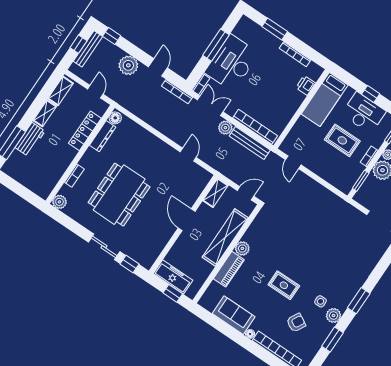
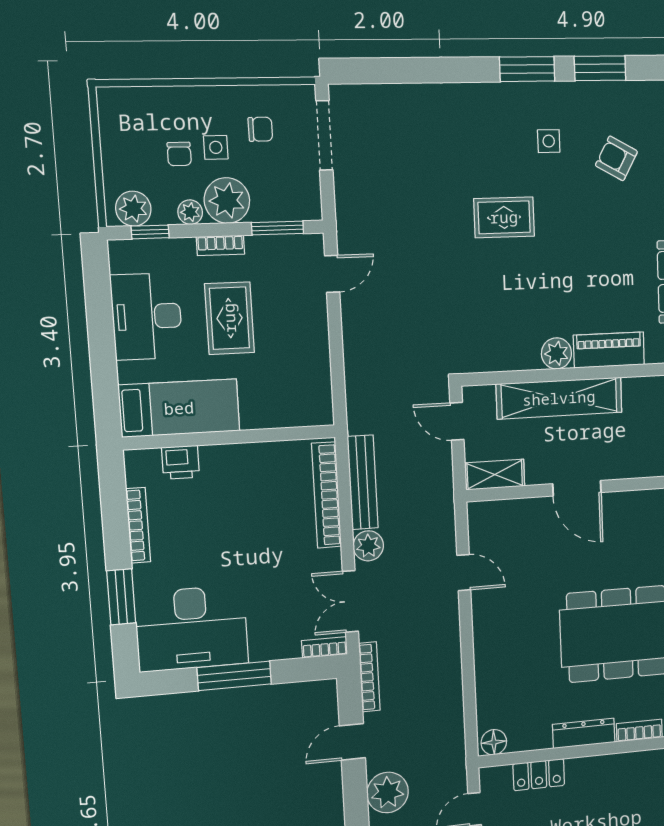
desk: (232, 63) -> (192, 628), moved
window: (371, 94) -> (101, 330), removed
locker: (85, 131) -> (539, 775), width x0.66
dresser: (103, 136) -> (584, 733), moved
door: (188, 155) -> (464, 573), swing flipped
door: (293, 162) -> (332, 274), moved
door: (187, 220) -> (577, 488), hinge flipped
rug: (284, 285) -> (504, 217), moved, turned 90
window: (359, 301) -> (527, 69), moved
plant: (333, 315) -> (557, 98), removed

